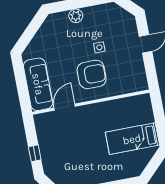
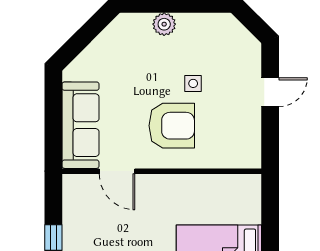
door: (65, 107) -> (117, 171), swing flipped

